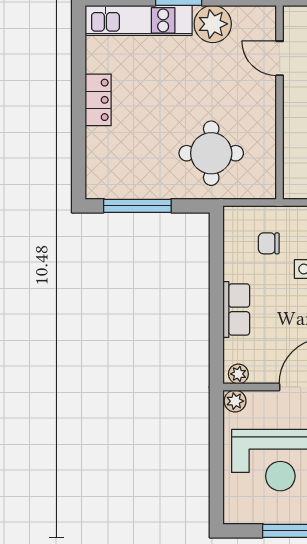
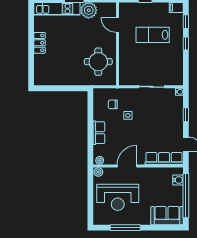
round table: (211, 153) -> (98, 62), moved
window: (137, 206) -> (56, 88), removed

